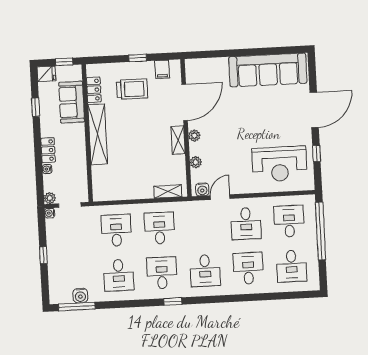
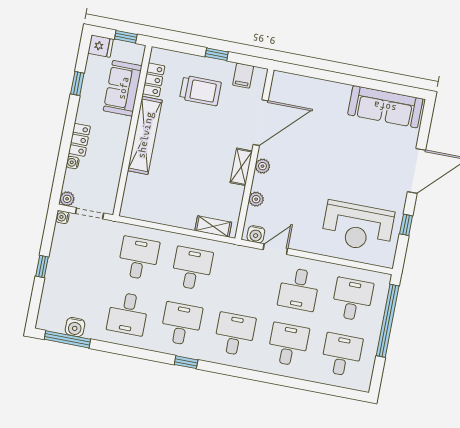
sofa: (268, 70) -> (385, 107), width x0.74, depth x0.79
desk: (292, 266) -> (342, 355), turned 180
desk: (205, 271) -> (235, 334), turned 180

